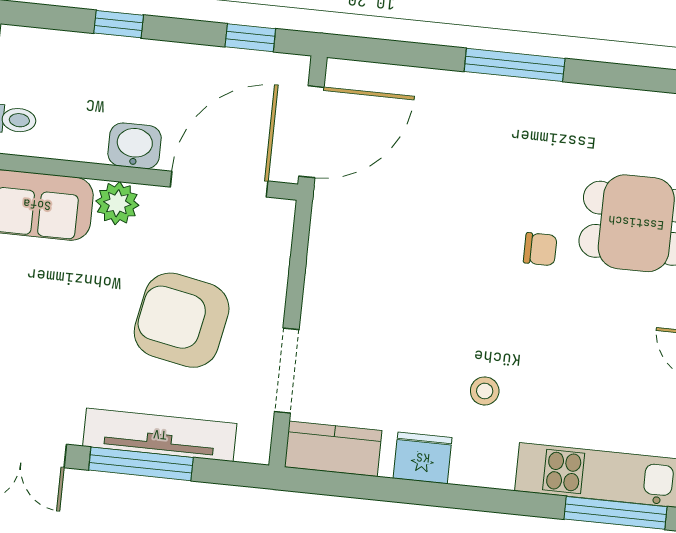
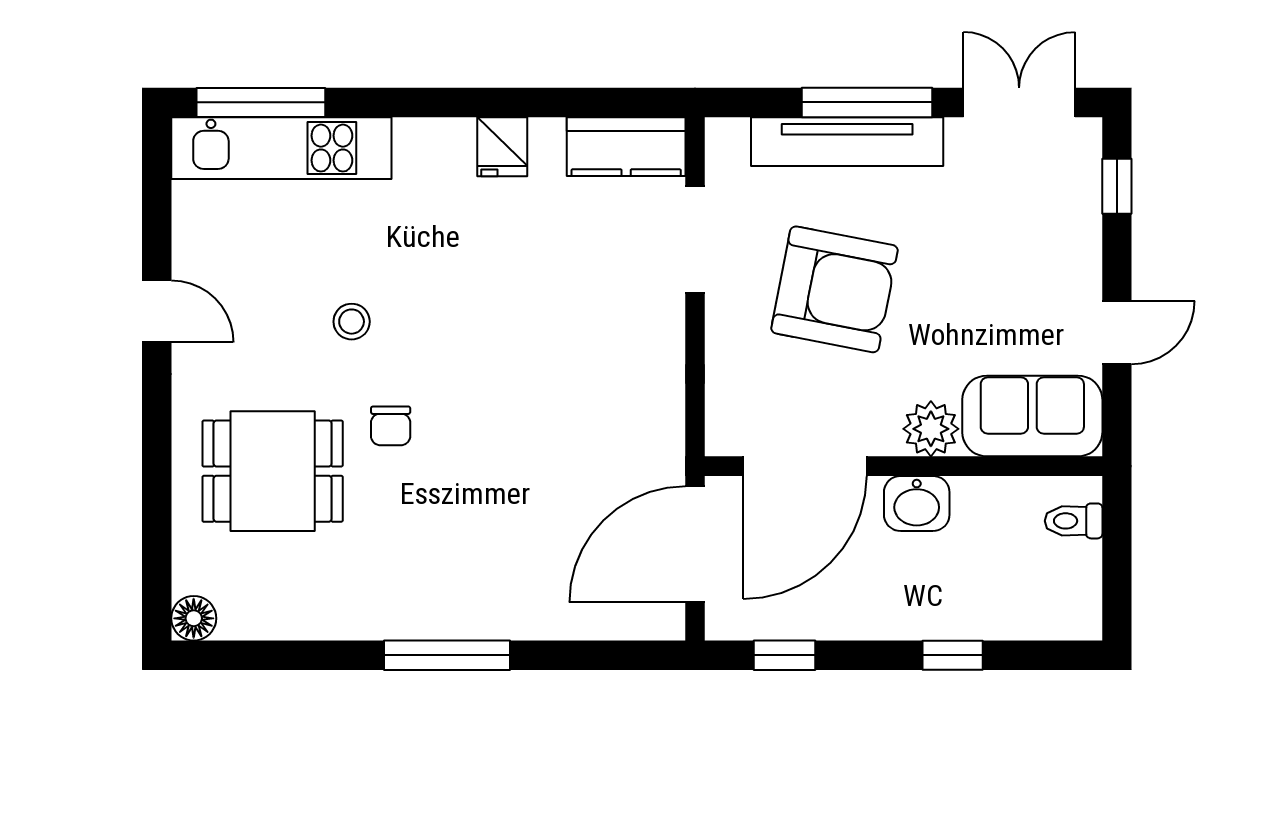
chair: (540, 249) -> (391, 426), turned -90
stool: (485, 391) -> (352, 322), moved
fridge: (423, 458) -> (502, 147), width x0.72

